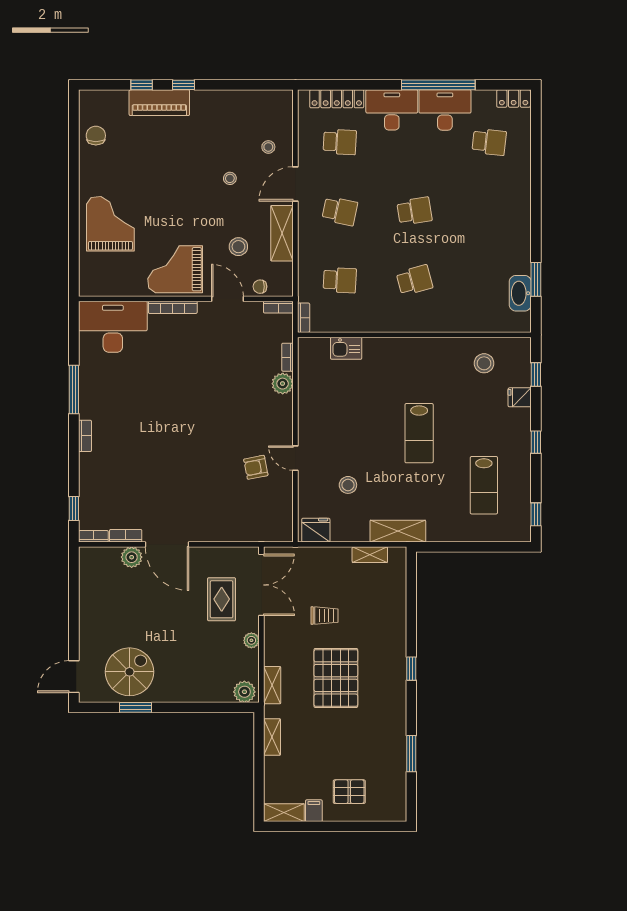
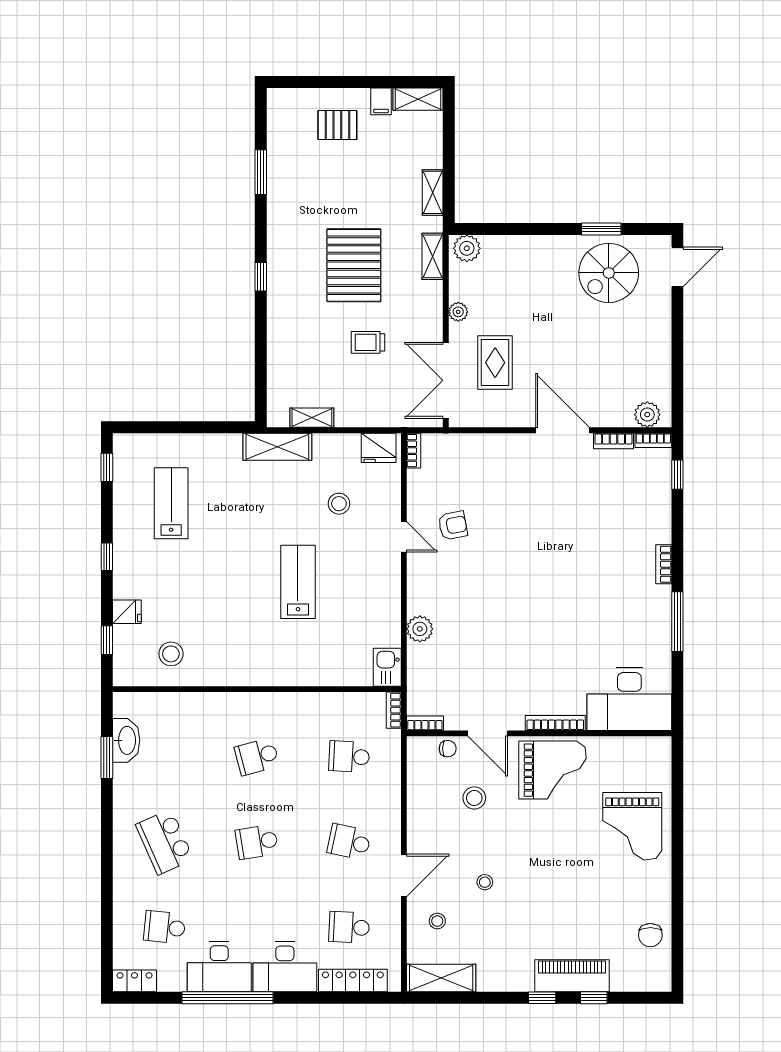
school desk: (489, 211) -> (165, 842), added
shelving: (282, 233) -> (441, 978), moved, turned 90
kitchen sink: (346, 348) -> (387, 667), moved, turned -90
bookcase: (288, 357) -> (414, 451), moved
lab bench: (419, 433) -> (298, 582), moved
plant: (132, 557) -> (647, 415), moved

